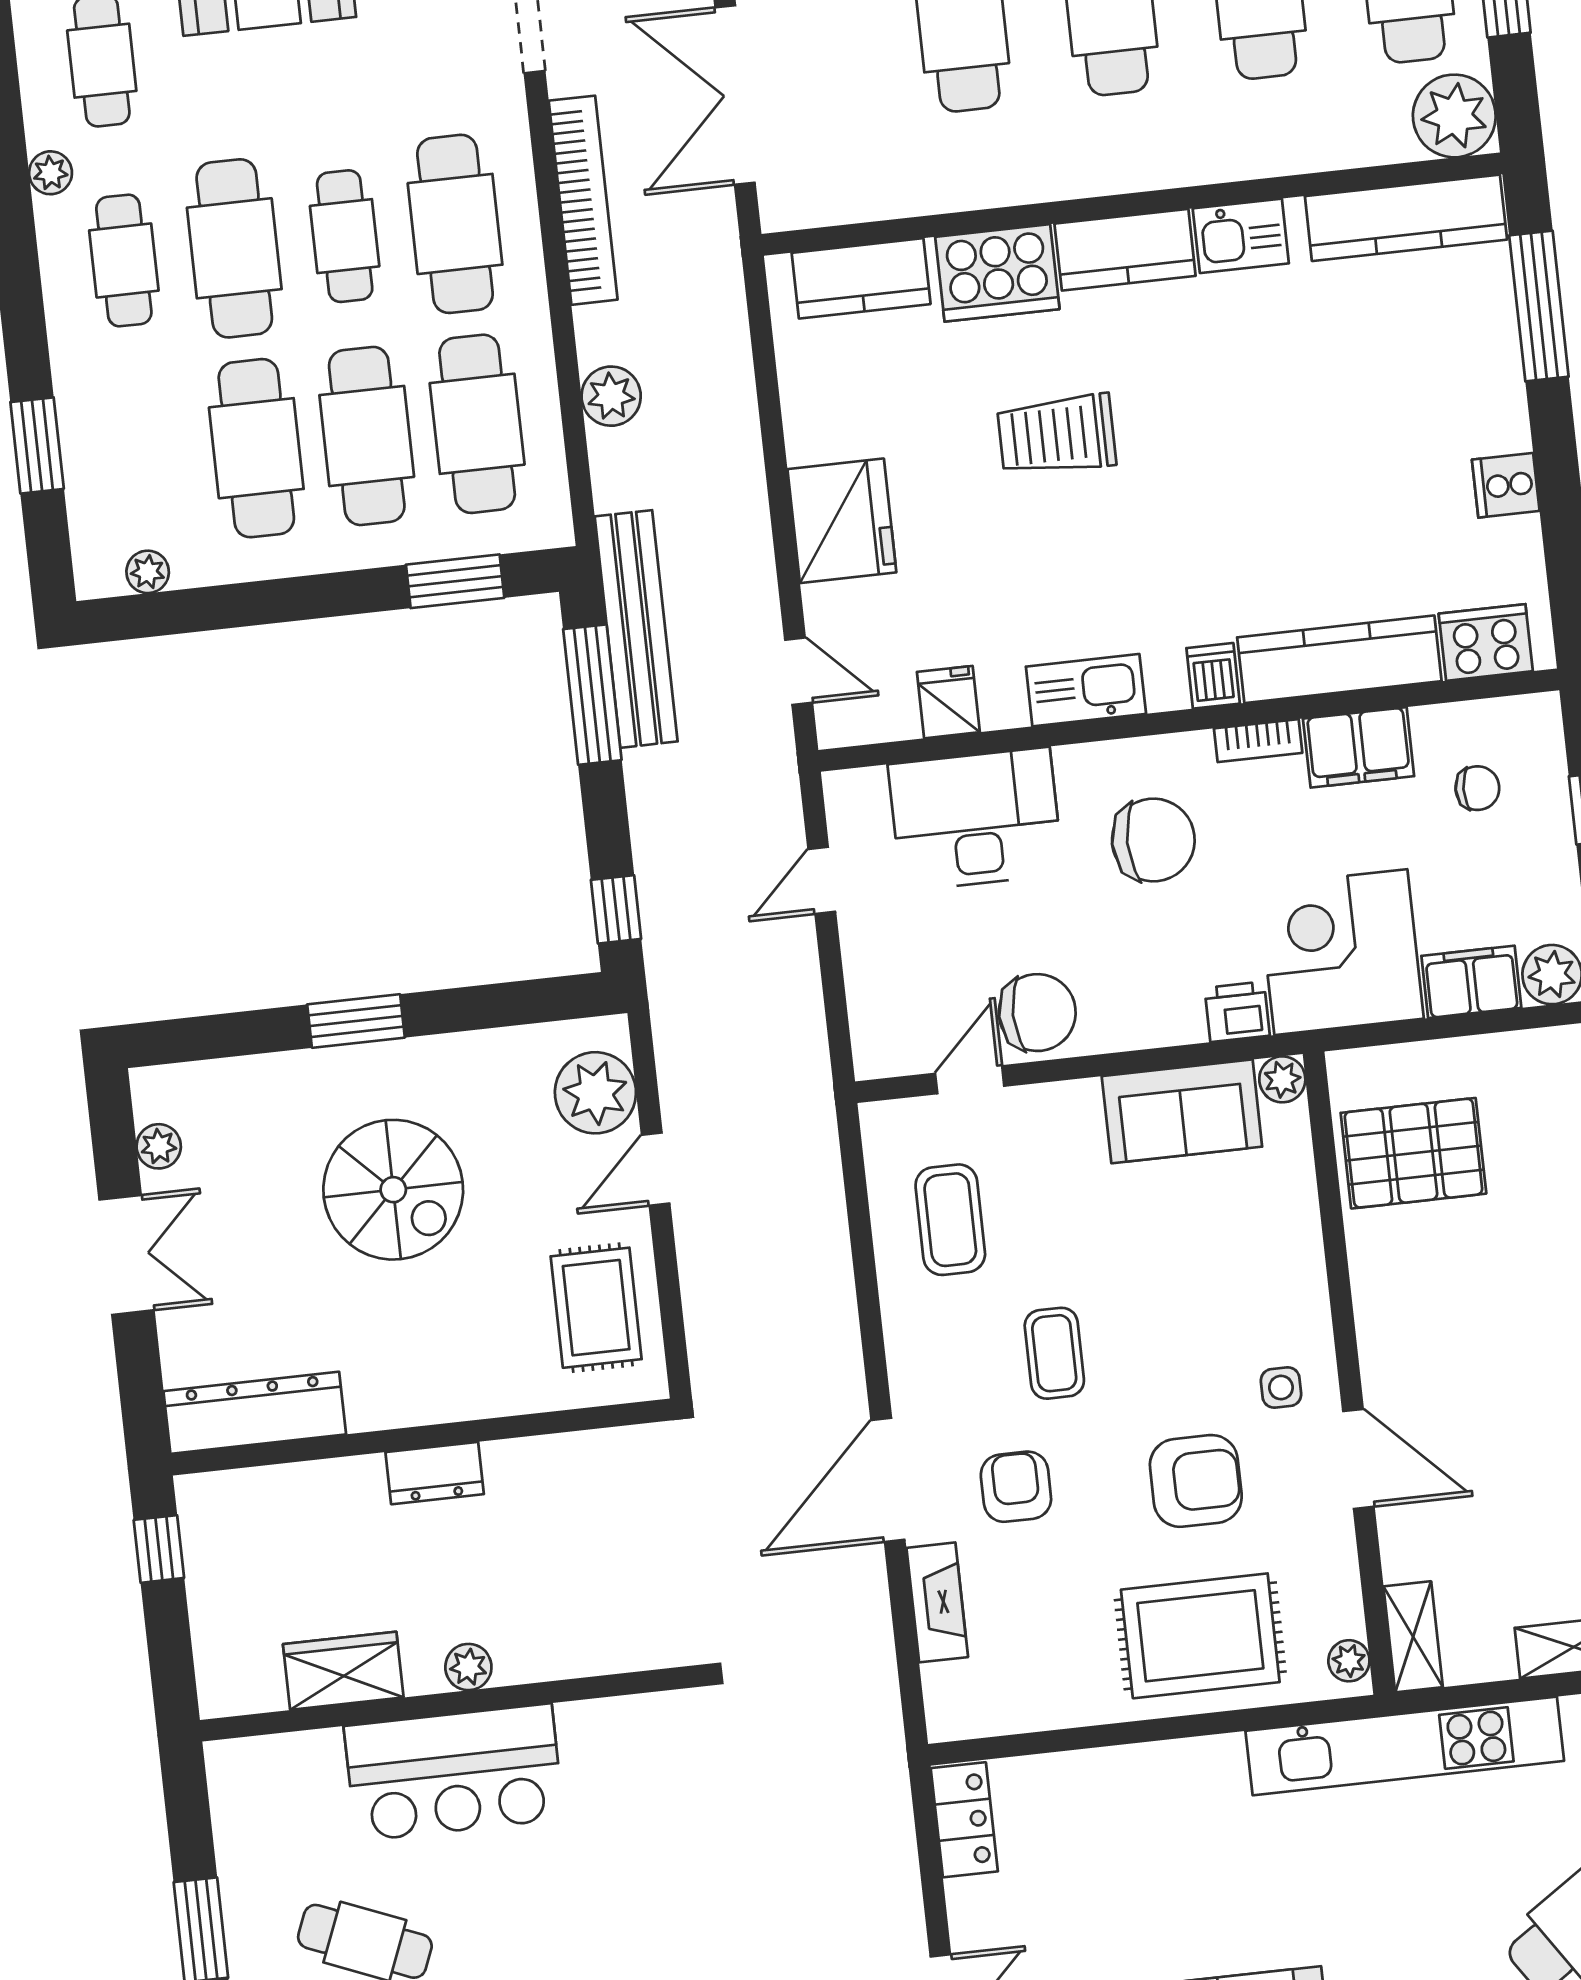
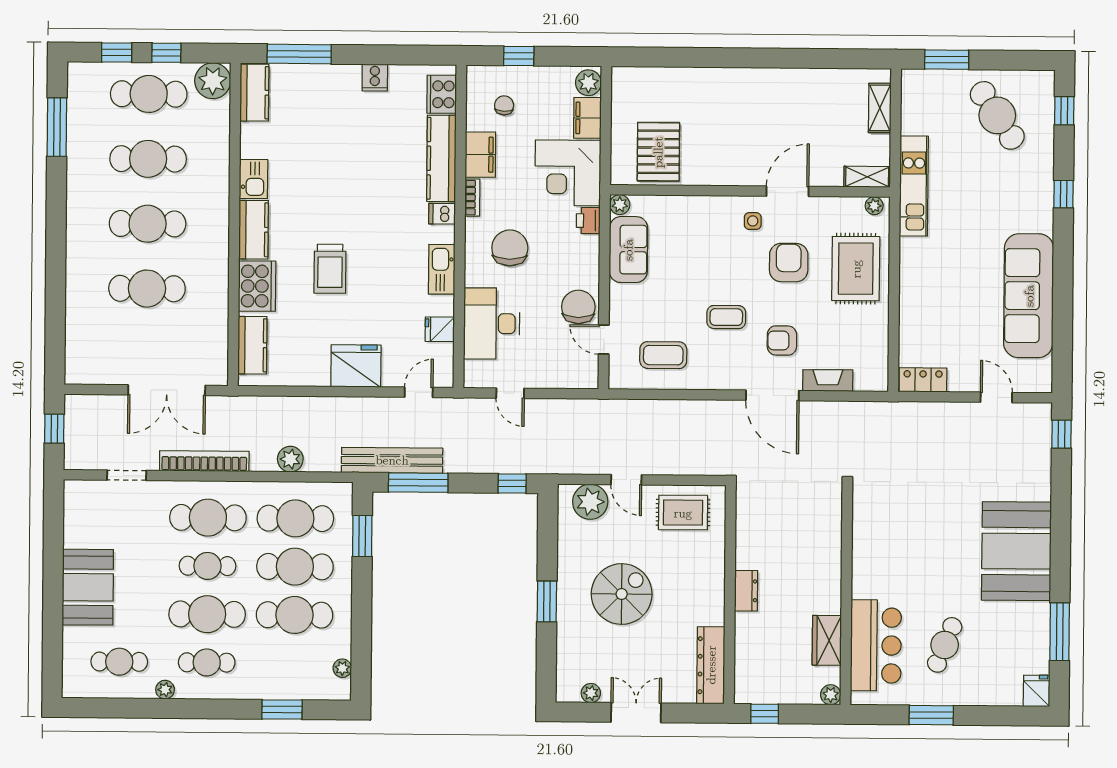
kitchen counter: (1406, 218) -> (254, 93), width x0.67
plant: (468, 1667) -> (831, 695), moved
kitchen unit: (1405, 1746) -> (914, 186), width x0.73
bar counter: (454, 1772) -> (876, 645), moved

